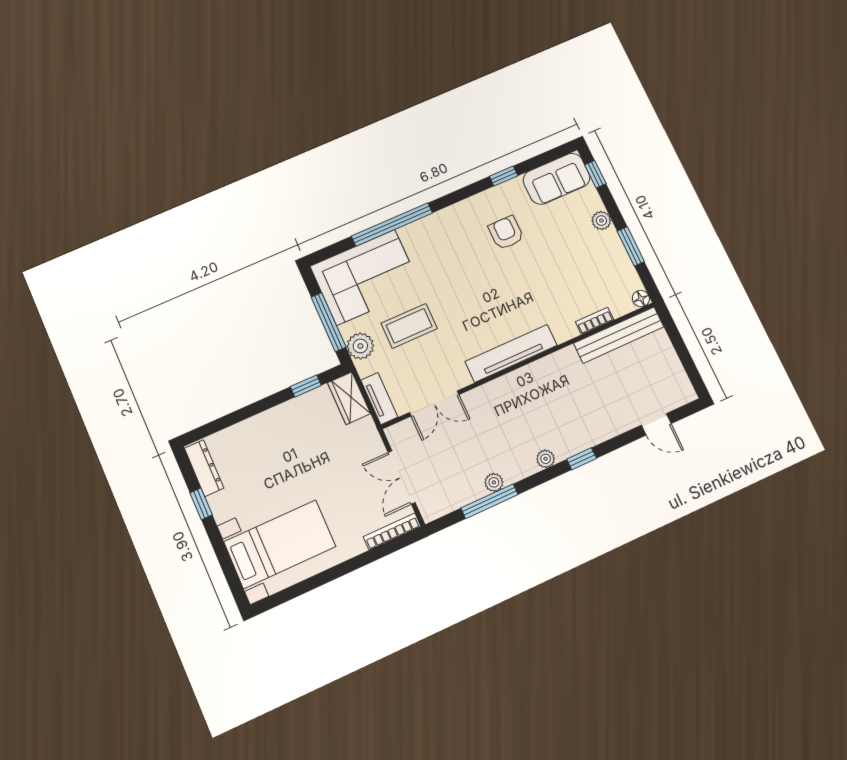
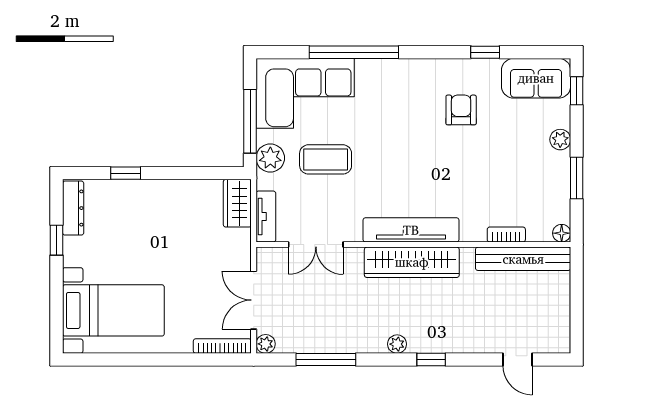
wardrobe: (525, 381) -> (412, 262), added
window: (306, 386) -> (126, 173), moved
plant: (494, 482) -> (266, 344), moved

